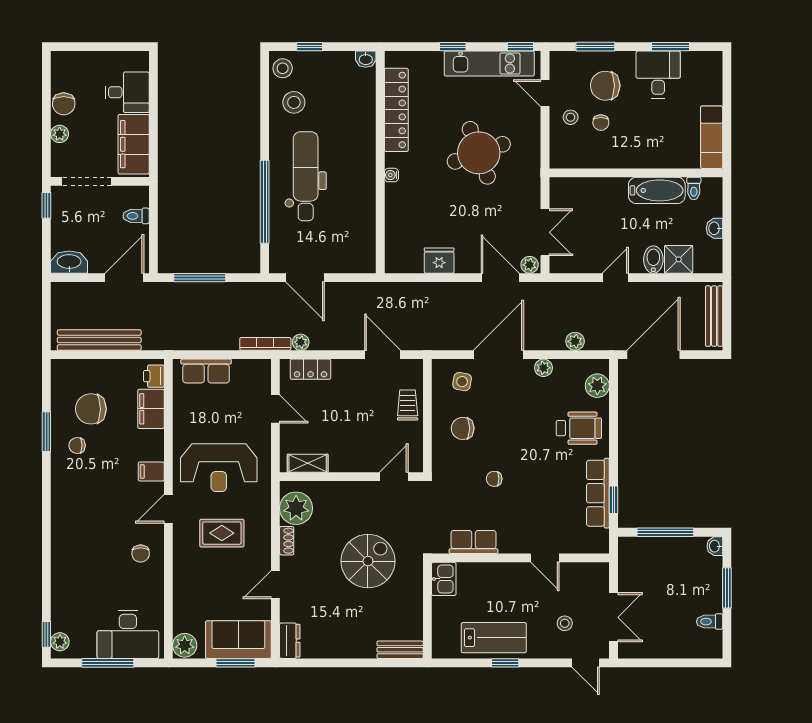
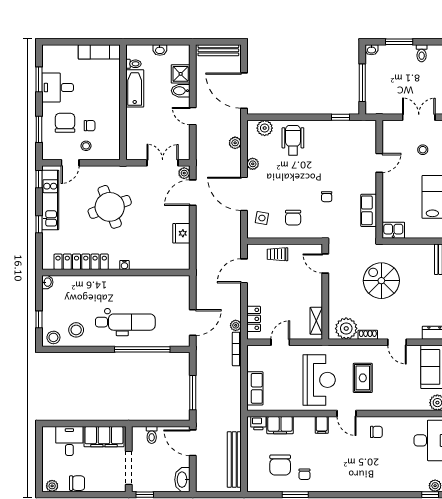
chair: (605, 86) -> (65, 123), turned 180
plant: (60, 134) -> (52, 486), moved
dental chair: (306, 176) -> (125, 322), turned 180
row of seats: (598, 493) -> (336, 128), removed

